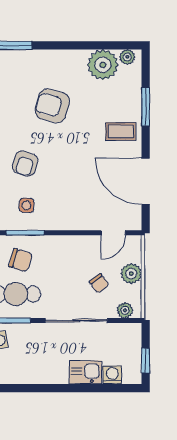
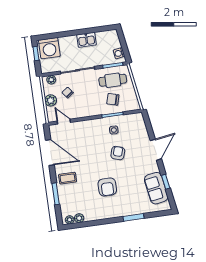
plant: (103, 65) -> (79, 218), width x0.53, depth x0.53
armchair: (52, 106) -> (107, 187), turned 74
door: (113, 233) -> (64, 122), hinge flipped
kitchen sink: (85, 372) -> (86, 40), moved
washing machine: (112, 375) -> (49, 48), width x1.89, depth x1.89

